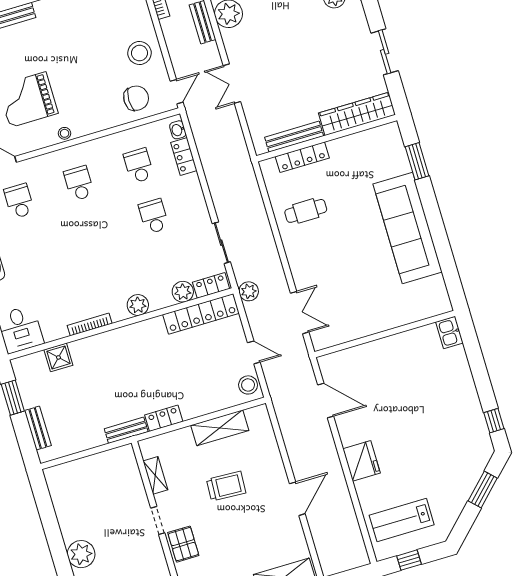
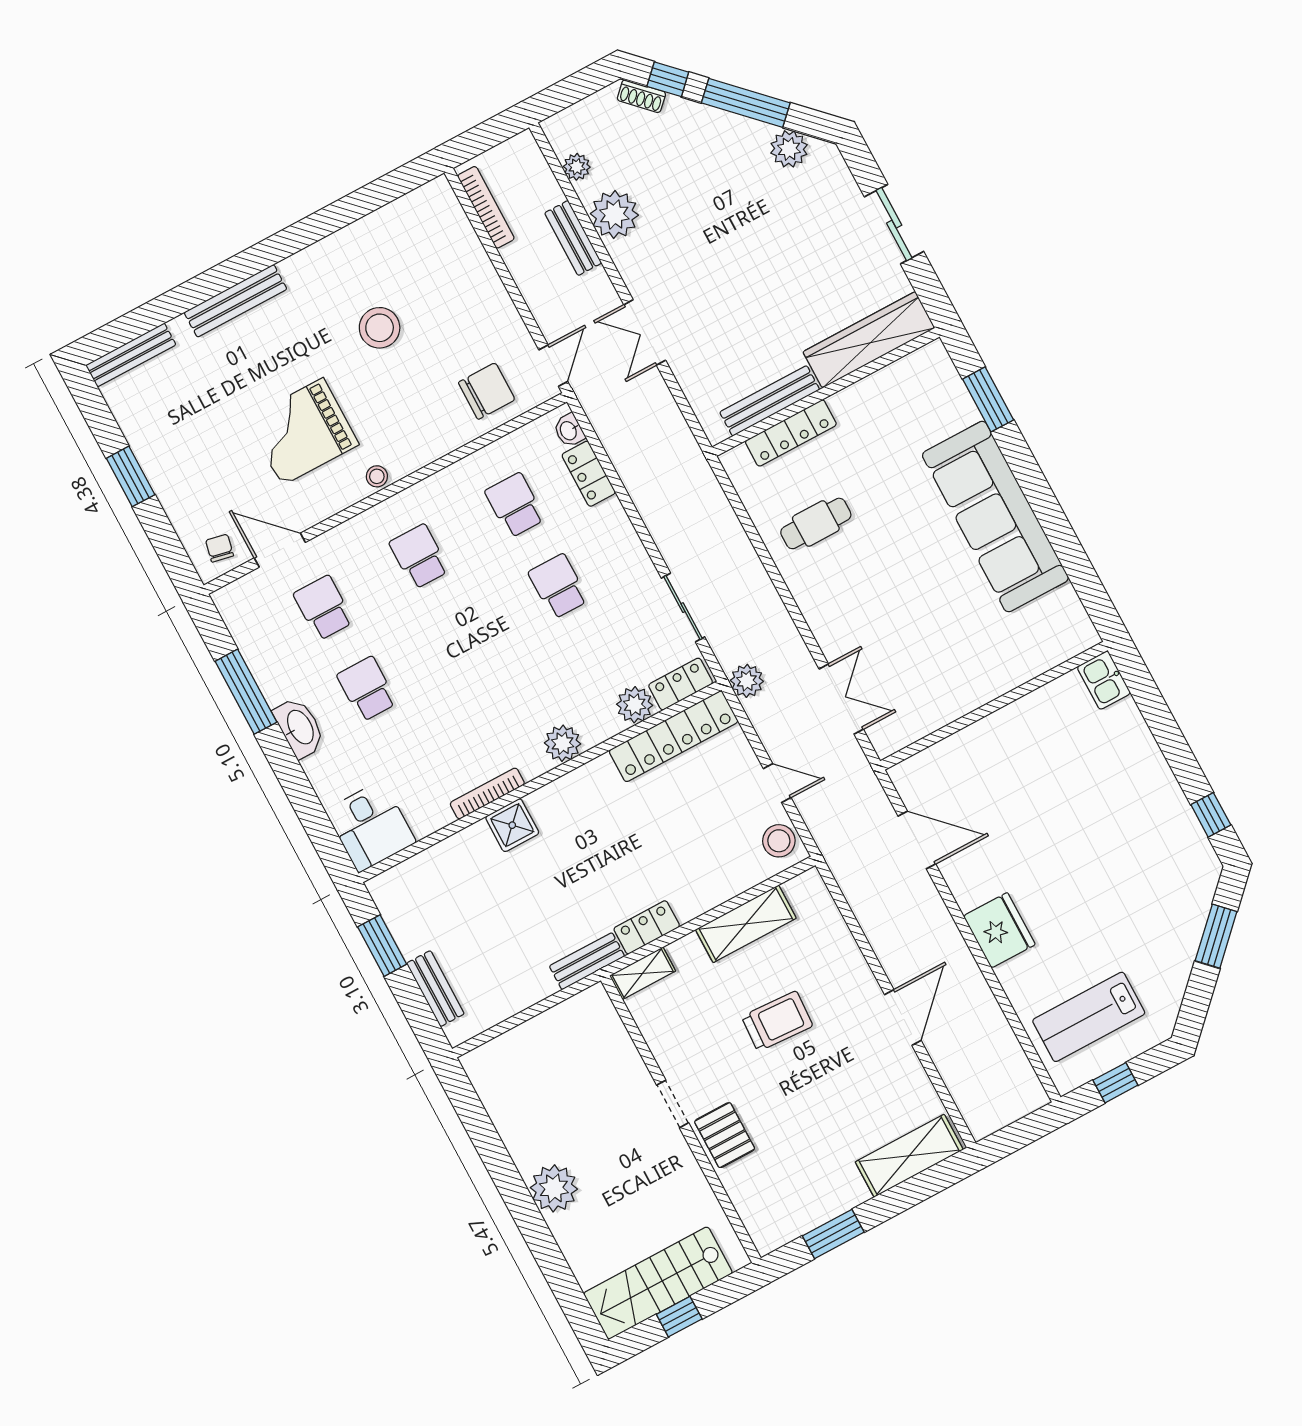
stool: (139, 53) -> (380, 328), moved
school desk: (34, 252) -> (367, 689), added
shower: (58, 357) -> (512, 825), moved
shelving: (155, 475) -> (643, 973), moved, turned 90

